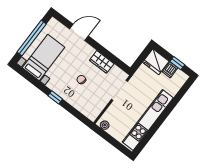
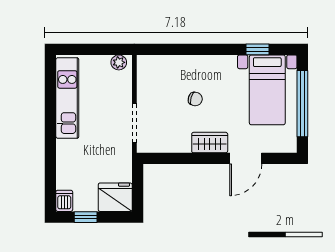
wardrobe: (102, 62) -> (210, 143), moved
dishwasher: (170, 70) -> (64, 201), moved
window: (55, 97) -> (257, 49), moved
kitchen unit: (148, 120) -> (67, 98), width x0.73

